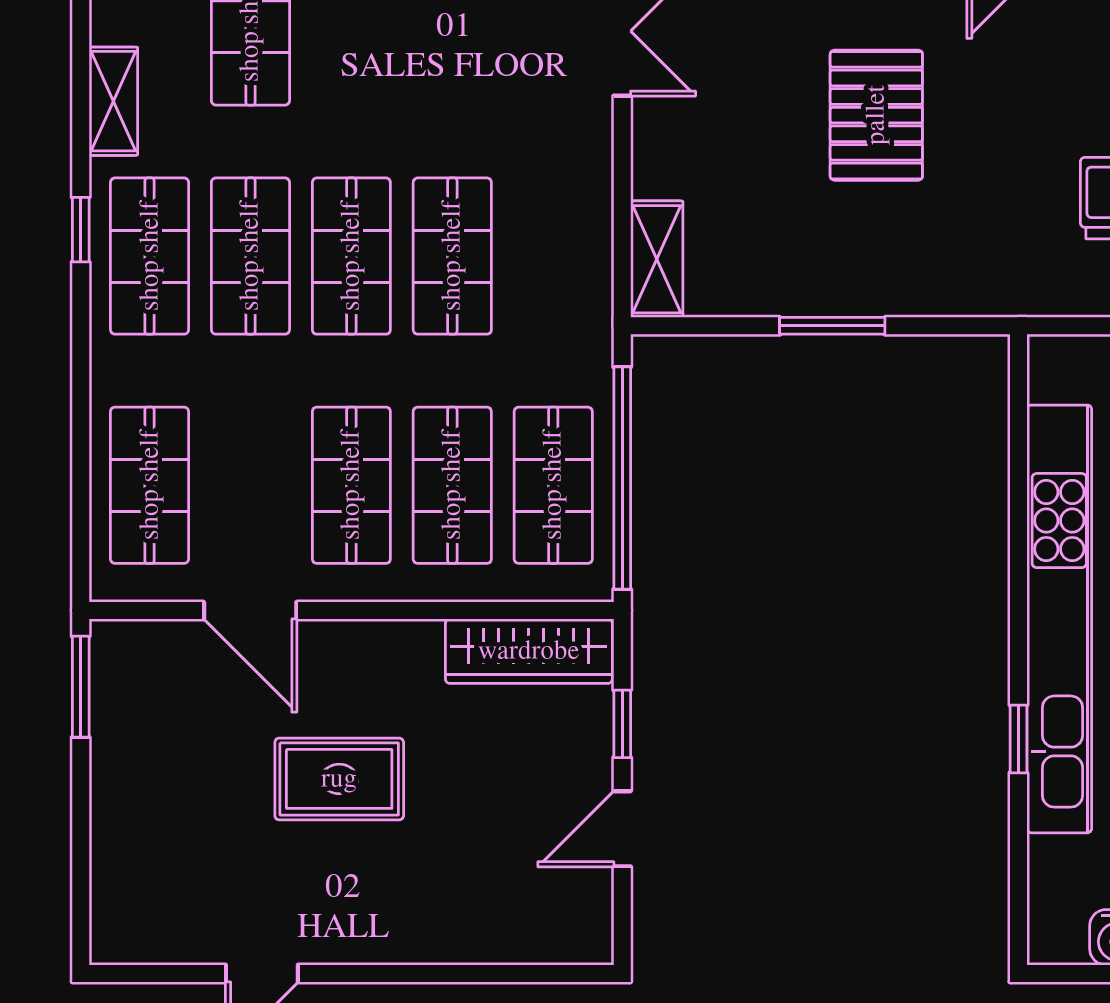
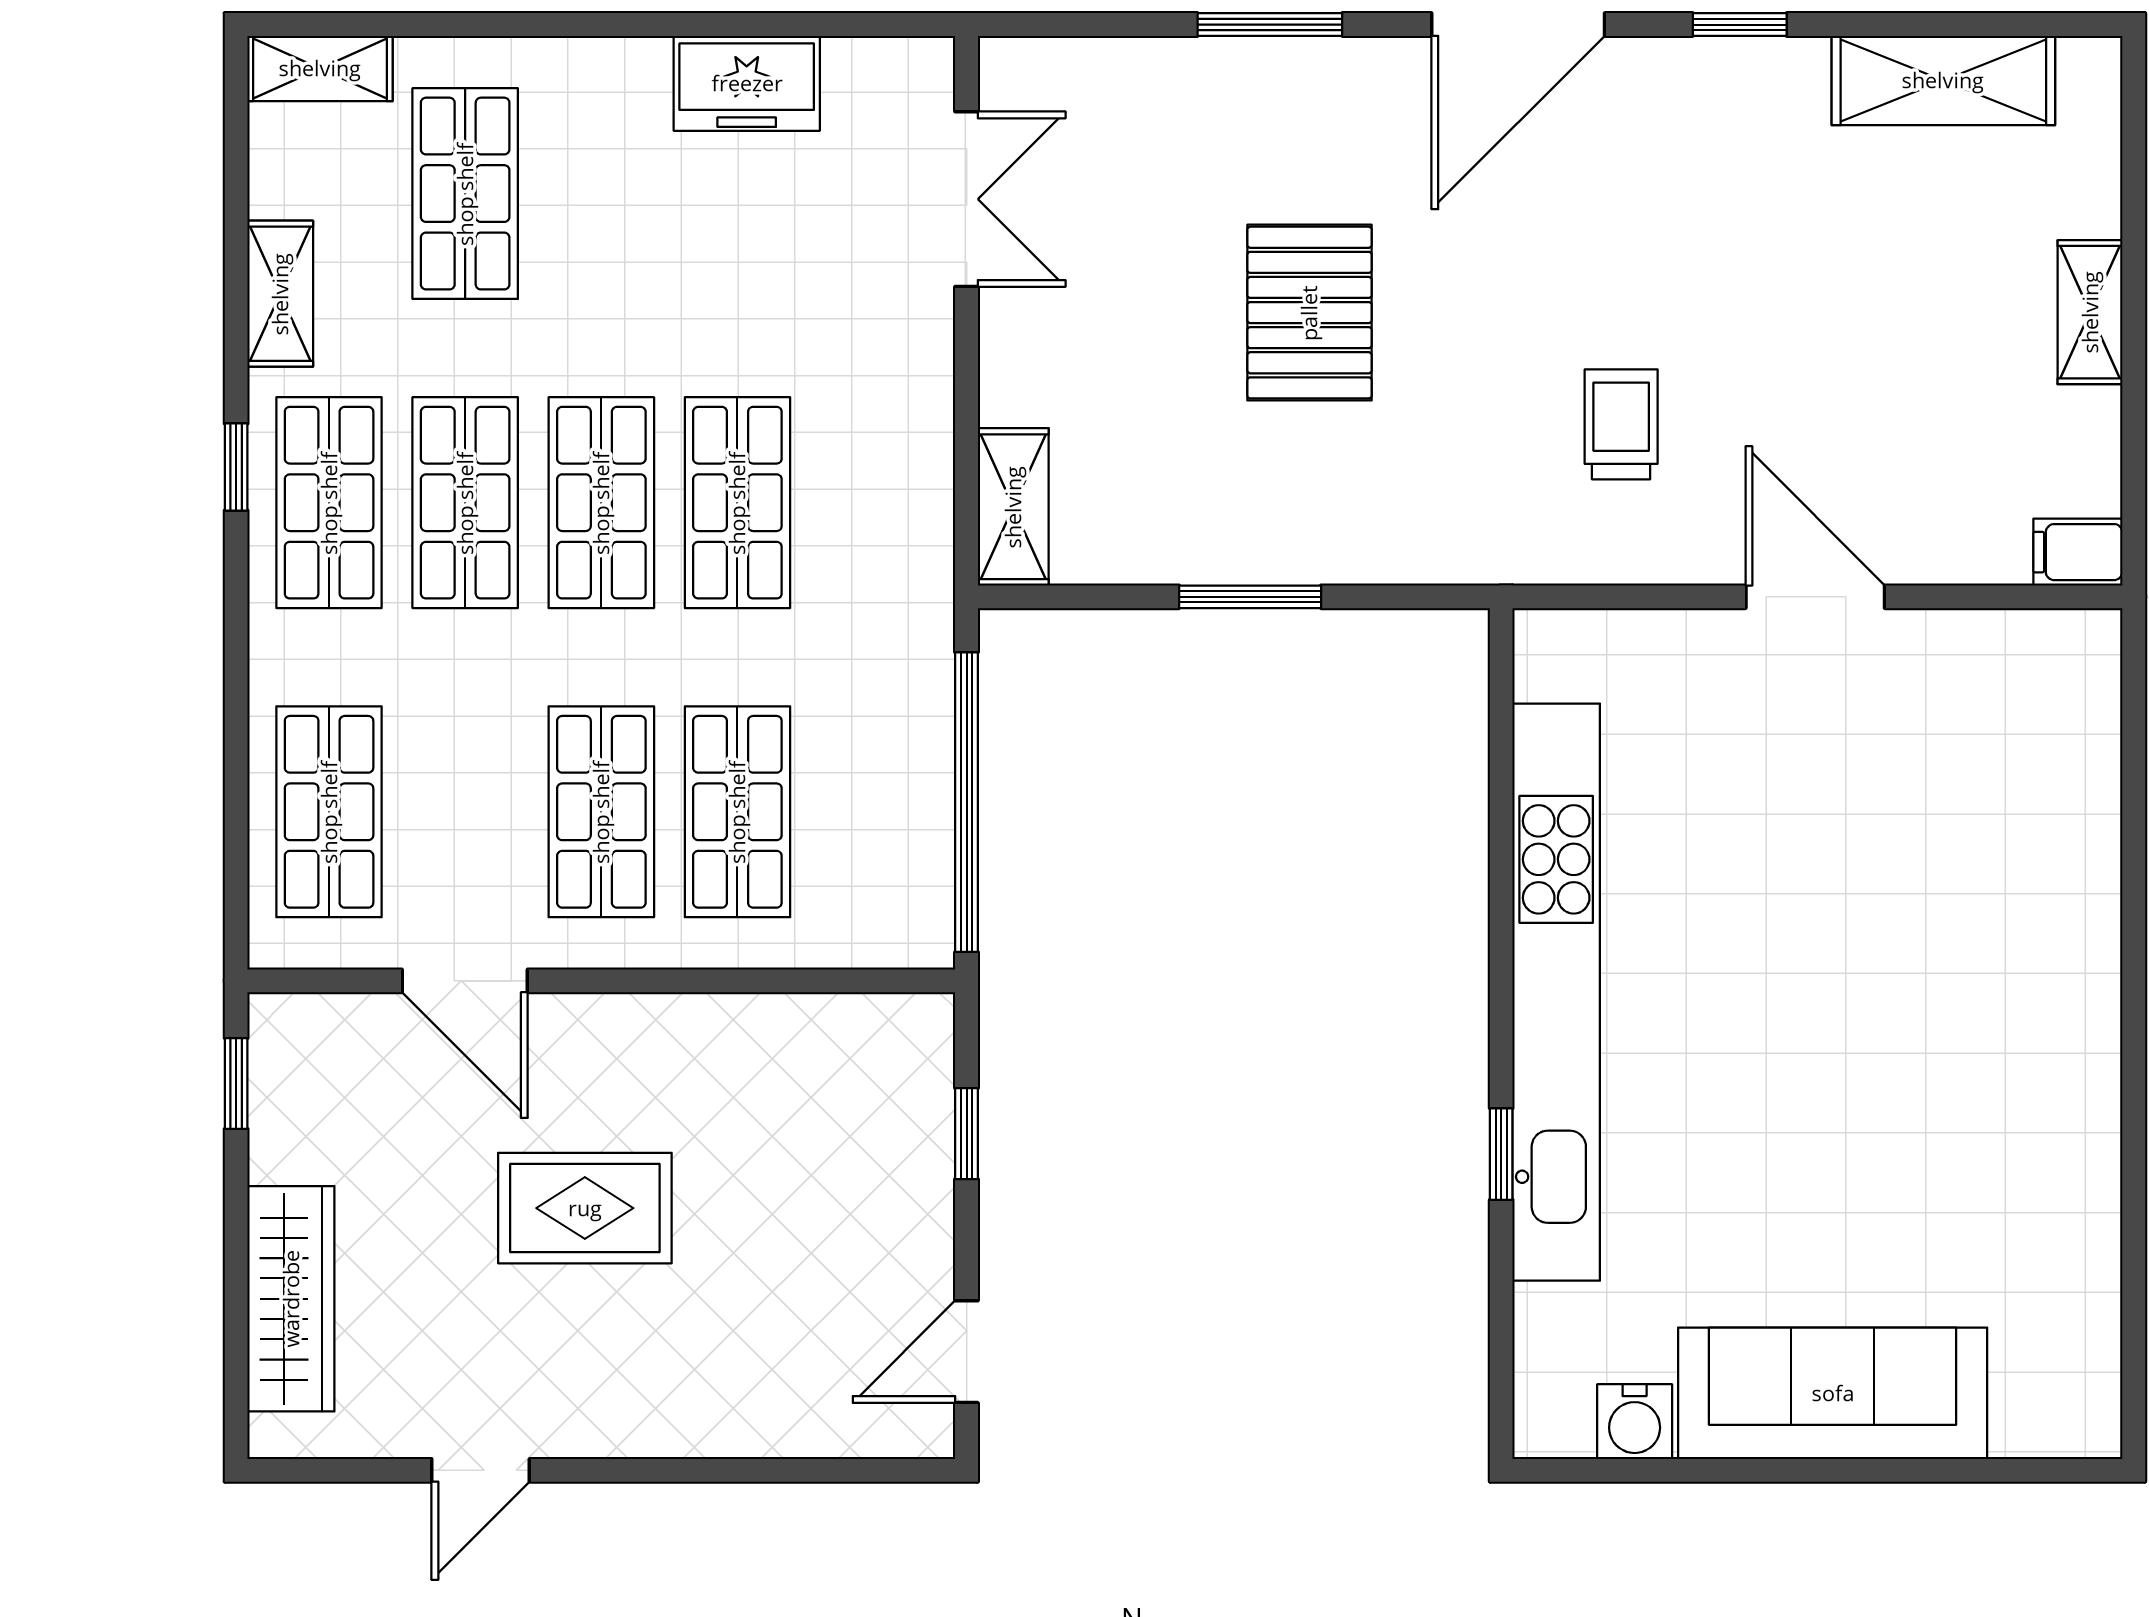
shop shelf: (553, 485) -> (874, 812), removed
wardrobe: (529, 651) -> (291, 1299), moved, turned -90
window: (81, 687) -> (236, 1083), width x0.67
door: (622, 829) -> (967, 1352), moved

